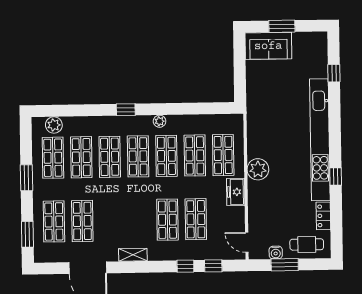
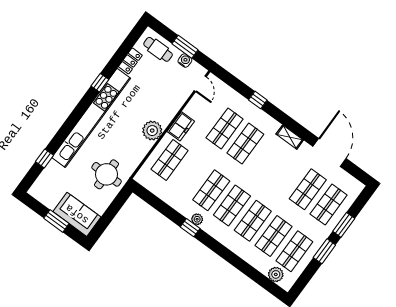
round table: (269, 100) -> (107, 174), added
window: (126, 110) -> (190, 228), moved
shop shelf: (195, 155) -> (190, 175), removed
window: (27, 234) -> (344, 225), moved
window: (213, 266) -> (237, 85), removed

